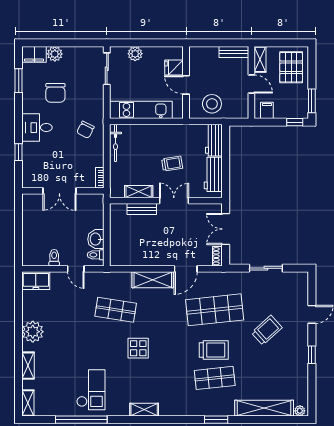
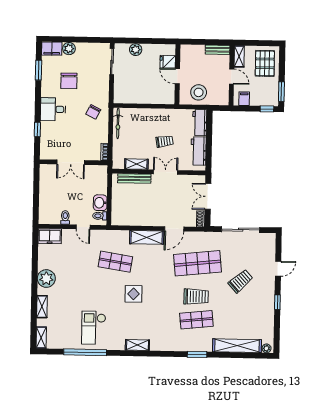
kitchen unit: (141, 110) -> (139, 96), removed
bench: (142, 209) -> (134, 178), width x1.36
sliding door: (266, 268) -> (241, 230), width x1.37
checkout: (91, 390) -> (94, 328), turned 180

